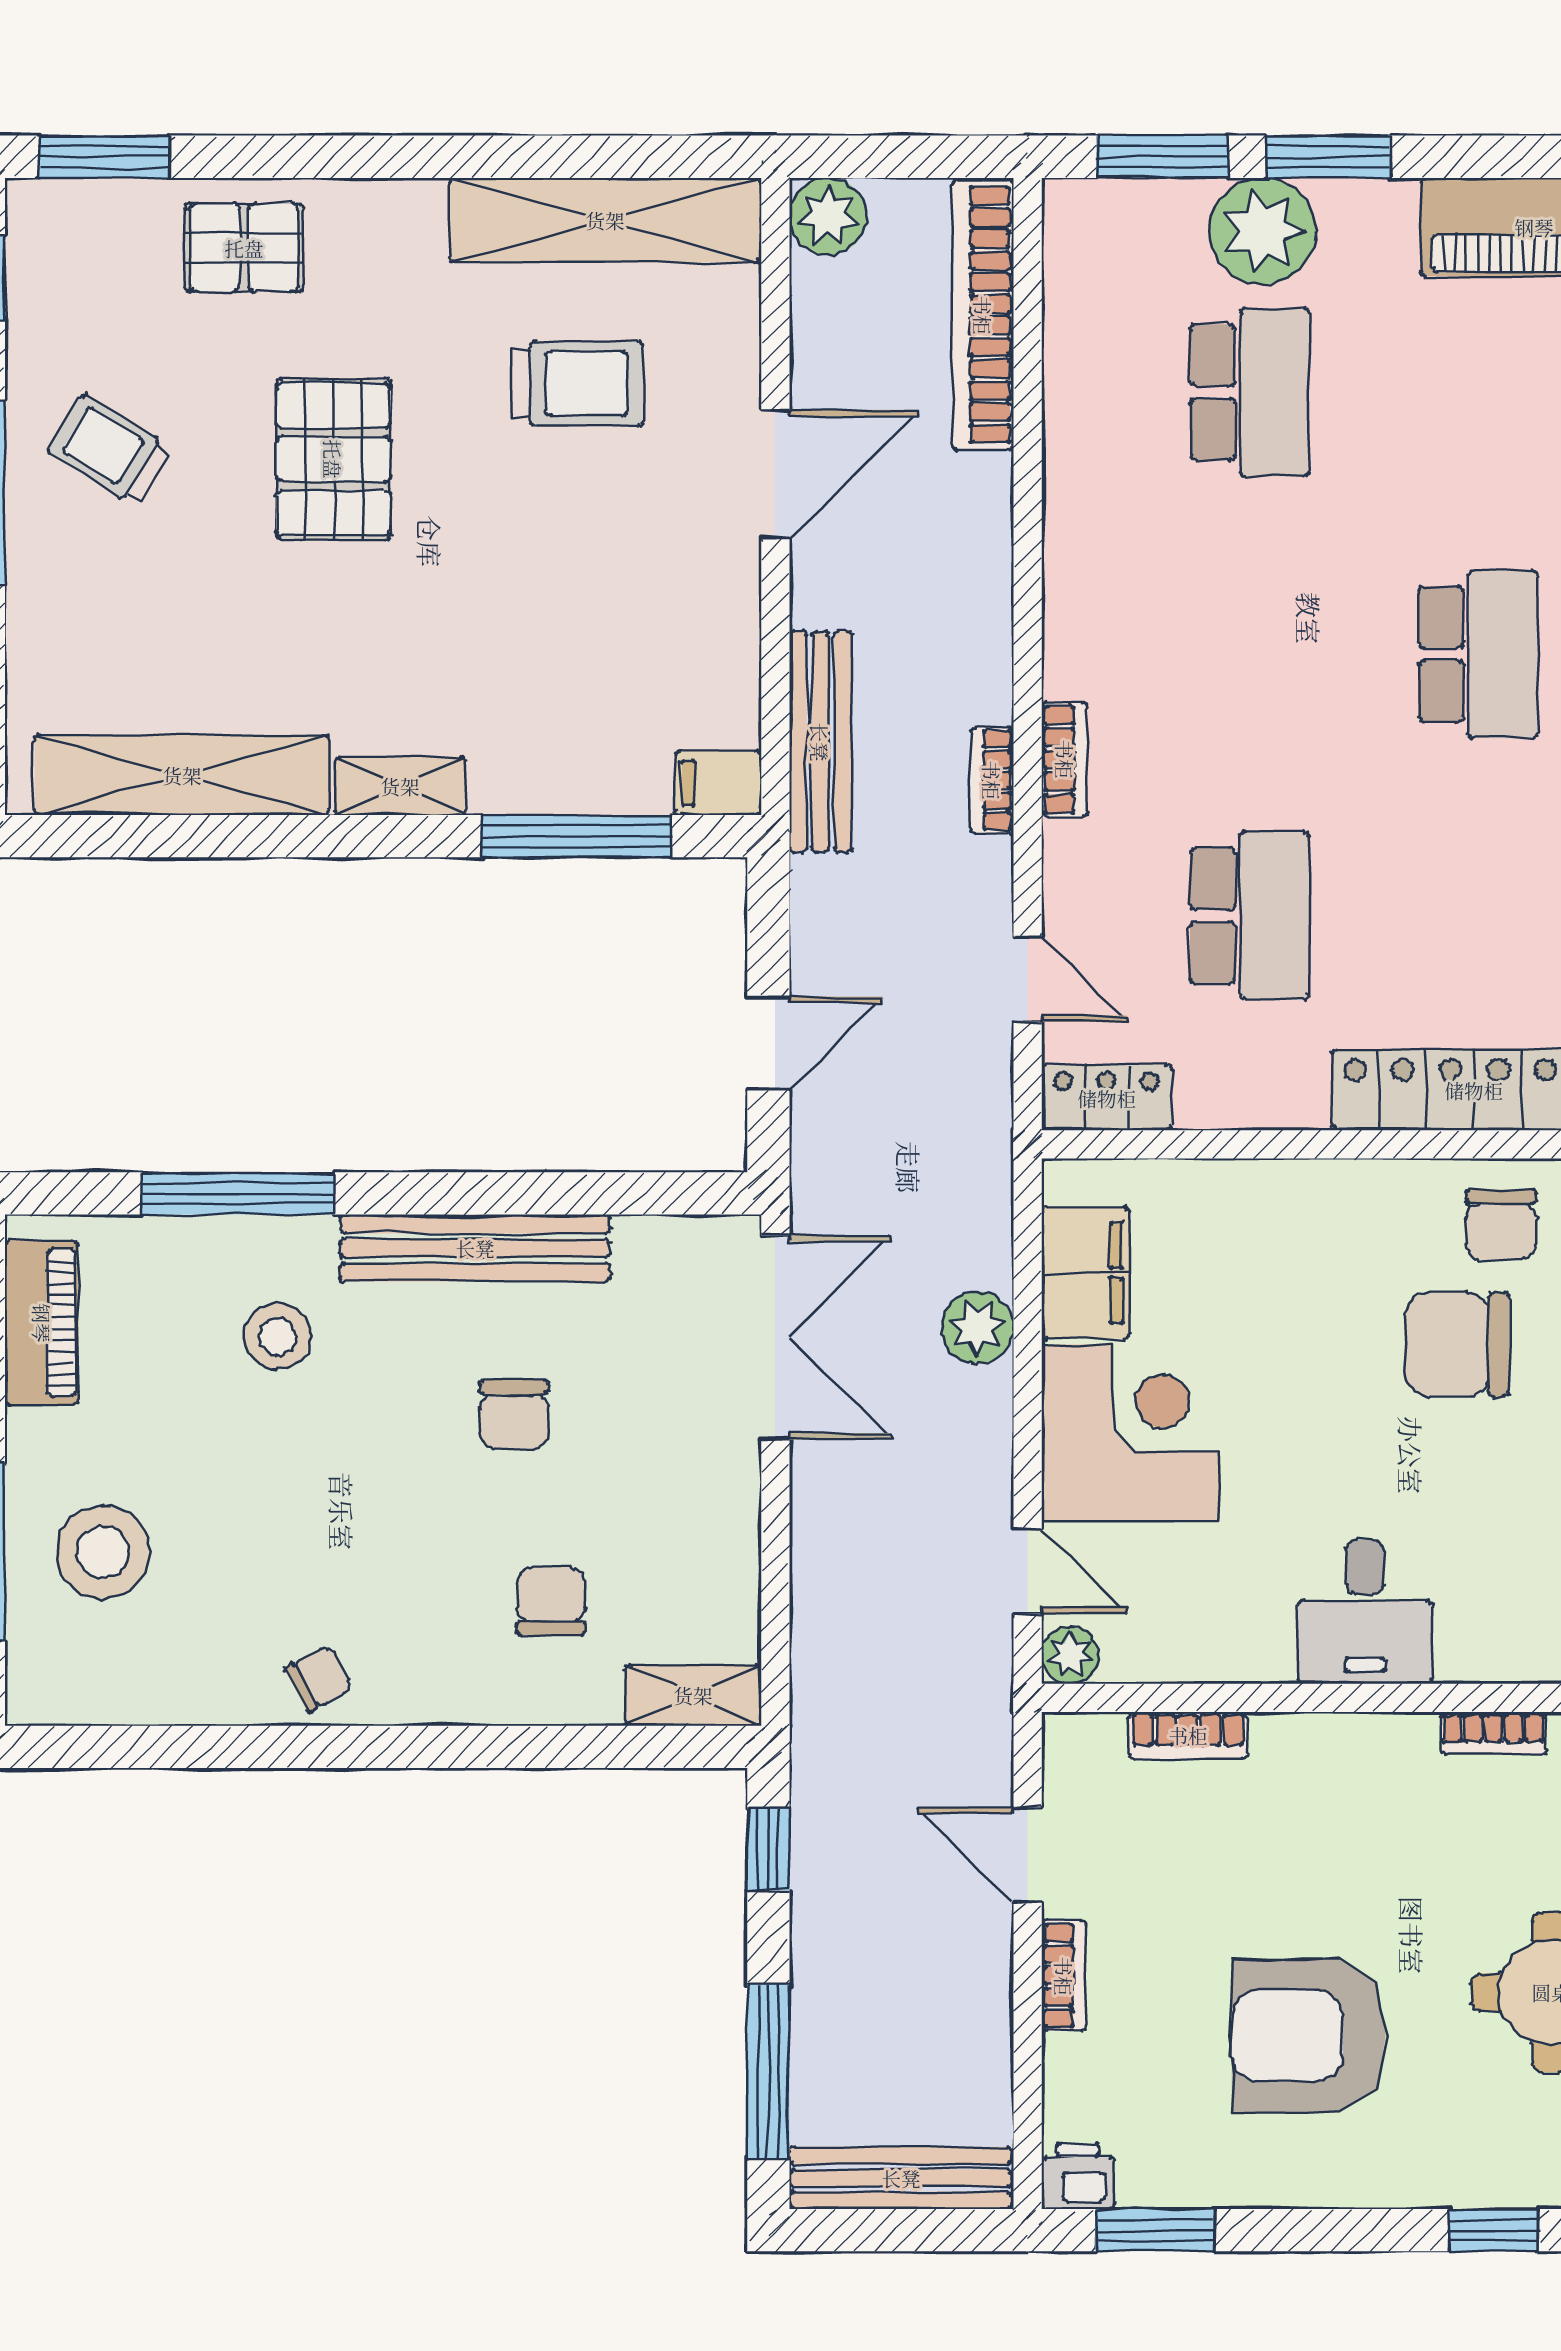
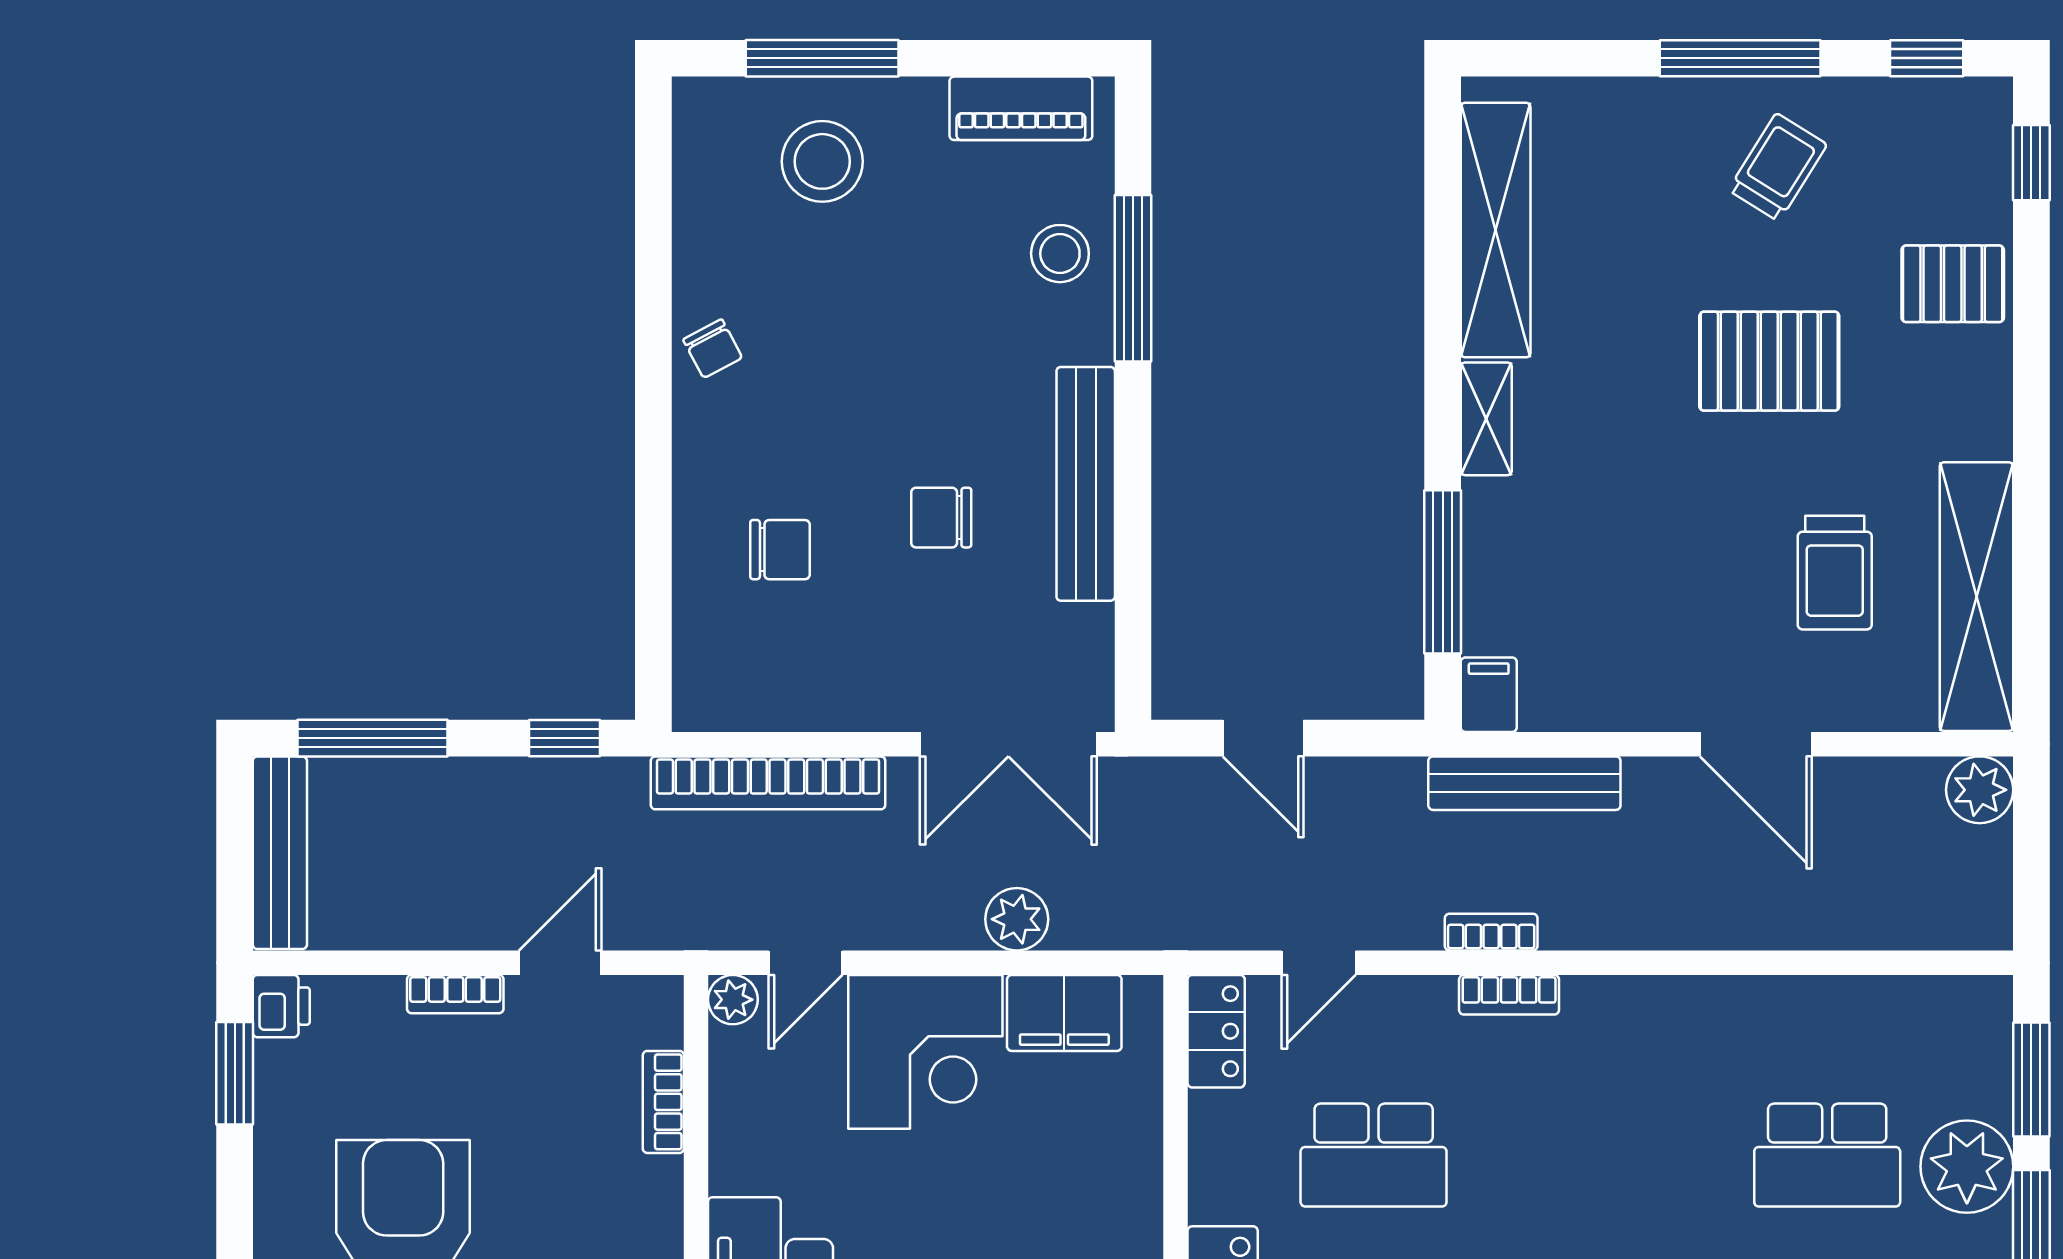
window: (104, 157) -> (2031, 163), width x0.67
pallet: (244, 248) -> (1953, 284), turned 90
bookcase: (983, 315) -> (768, 783), moved, turned 180
stool: (277, 1336) -> (1060, 254), moved
shelving: (693, 1695) -> (698, 673), removed

